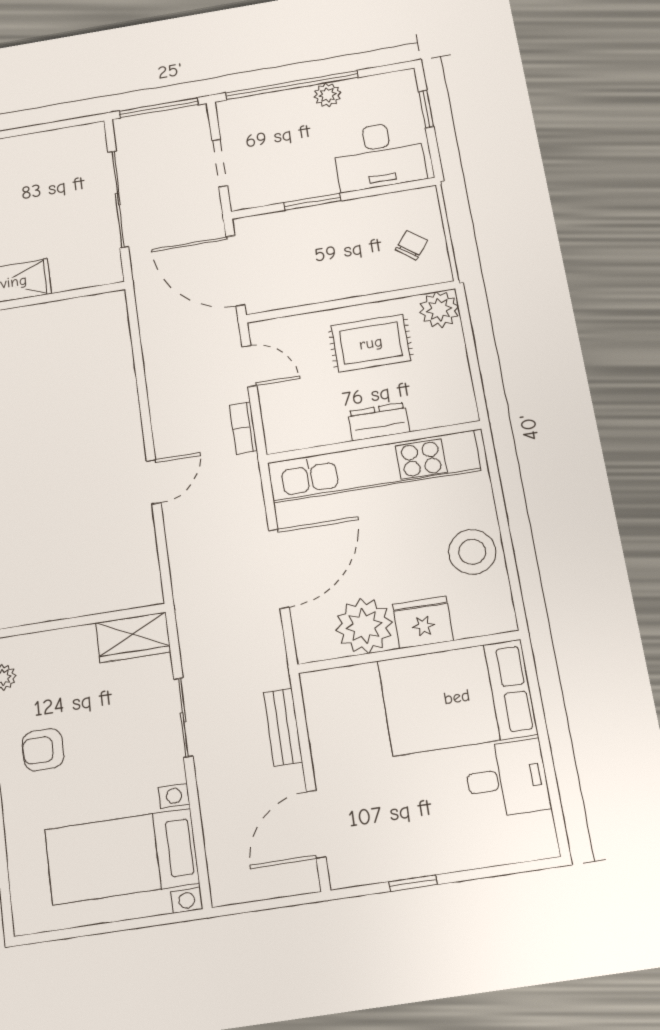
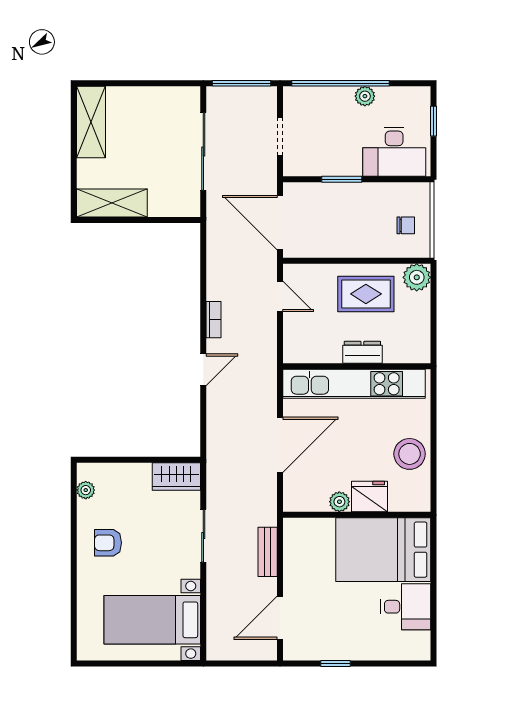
chair: (411, 245) -> (406, 225), turned 52
bookcase: (243, 428) -> (213, 320), moved, turned 180
plant: (364, 626) -> (339, 502), width x0.53, depth x0.53

